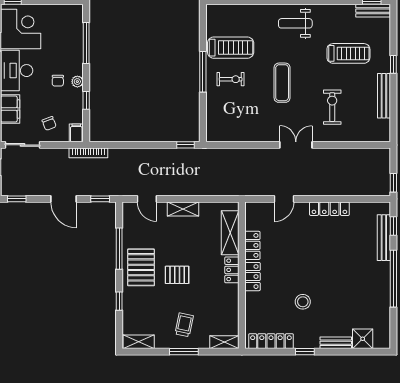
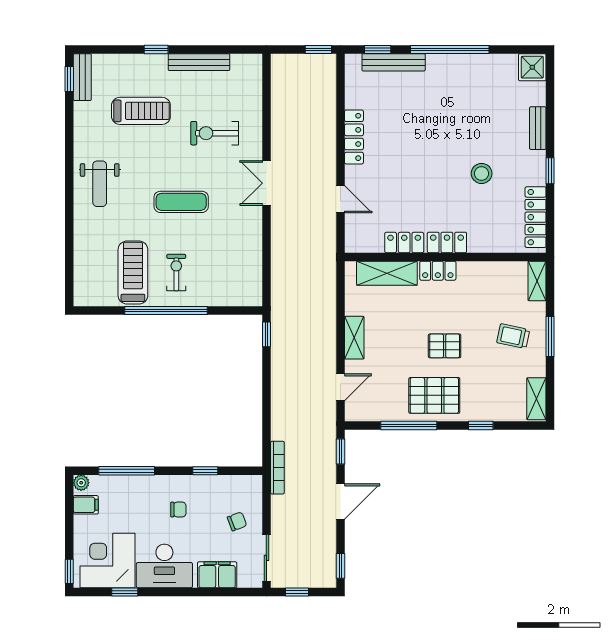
treadmill: (348, 53) -> (141, 111), turned 90
window: (203, 72) -> (166, 310), width x1.46
plant: (77, 82) -> (81, 483), moved
filing cabinet: (76, 133) -> (86, 505), moved, turned 180
pallet: (177, 275) -> (445, 346), turned 90
shower: (363, 339) -> (532, 67), moved

